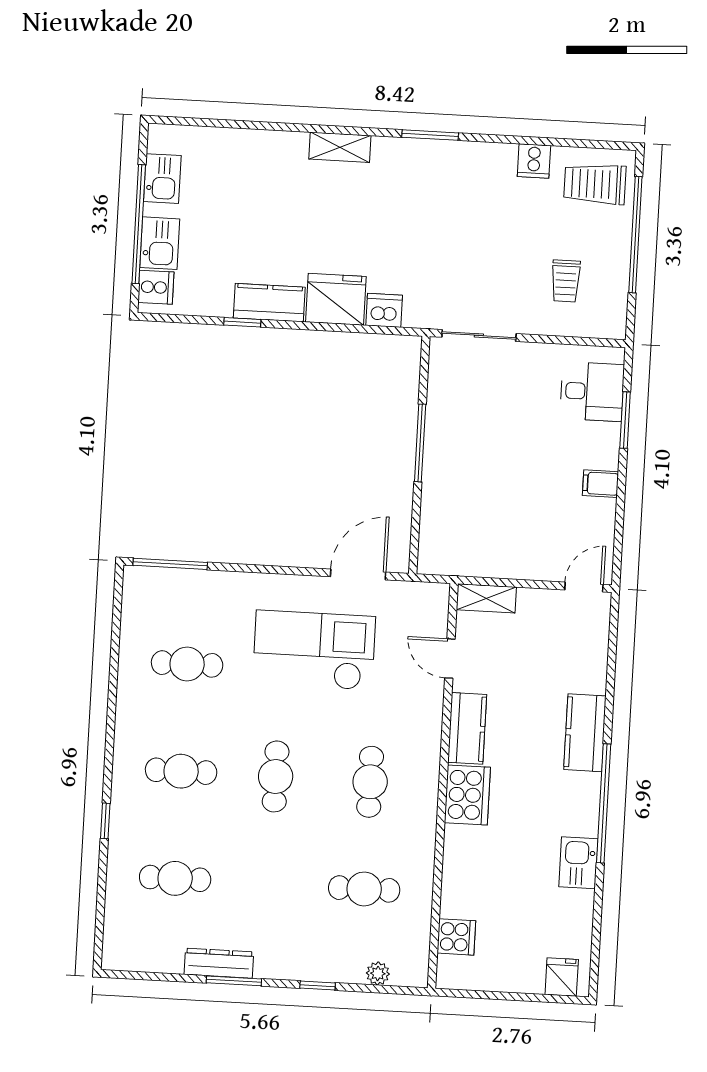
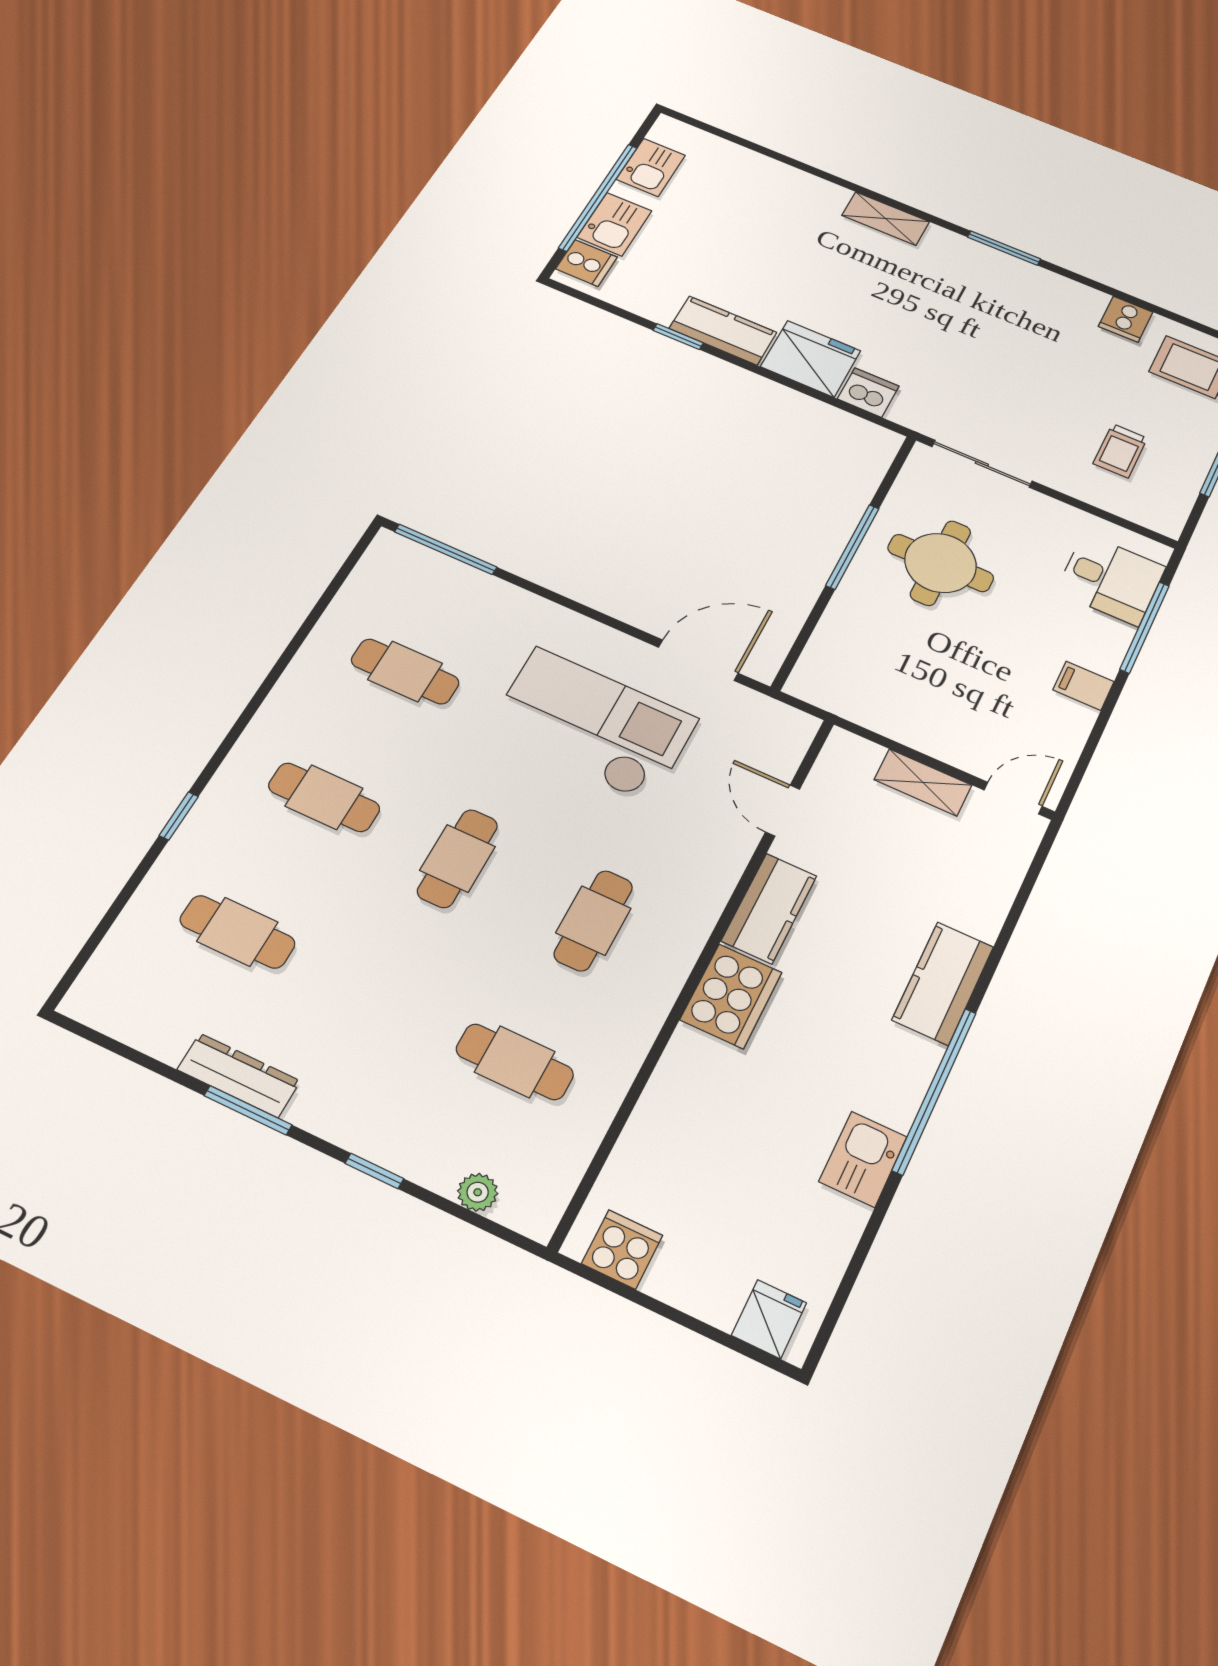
window: (625, 420) -> (1145, 627), width x1.44
round table: (480, 430) -> (941, 563), added
shelving: (486, 598) -> (923, 782), moved
cooker: (456, 937) -> (622, 1249), moved, turned -90

